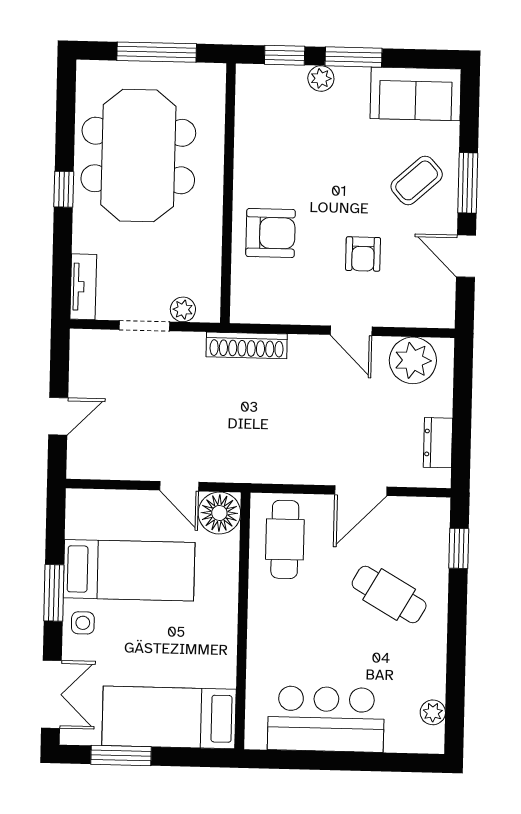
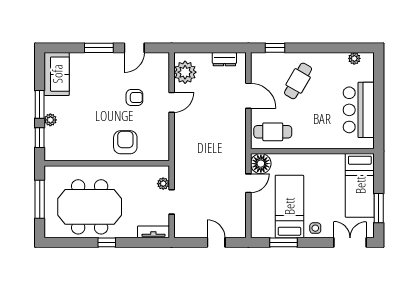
coffee table: (417, 180) -> (98, 73), removed
shoe rack: (247, 345) -> (180, 152), removed
window: (54, 593) -> (283, 242), moved

